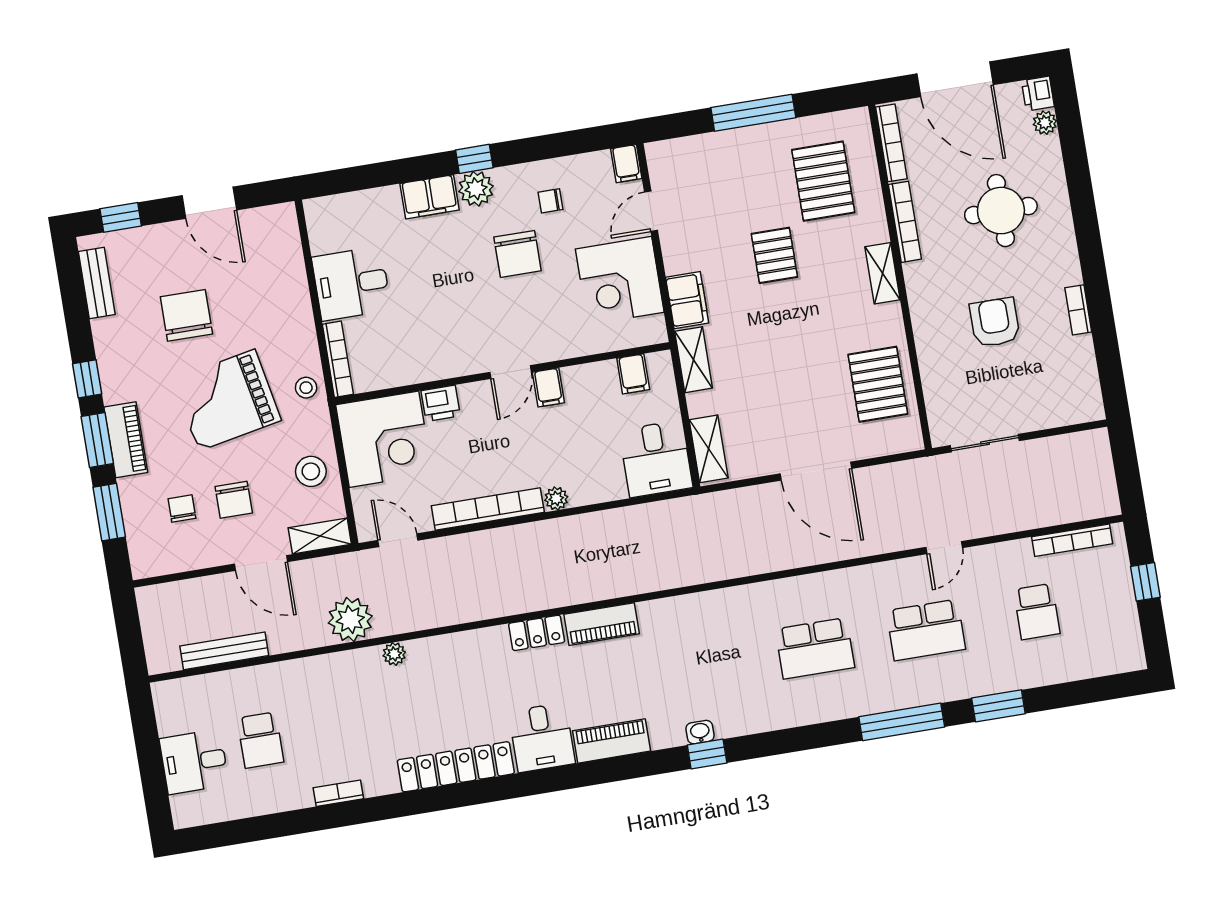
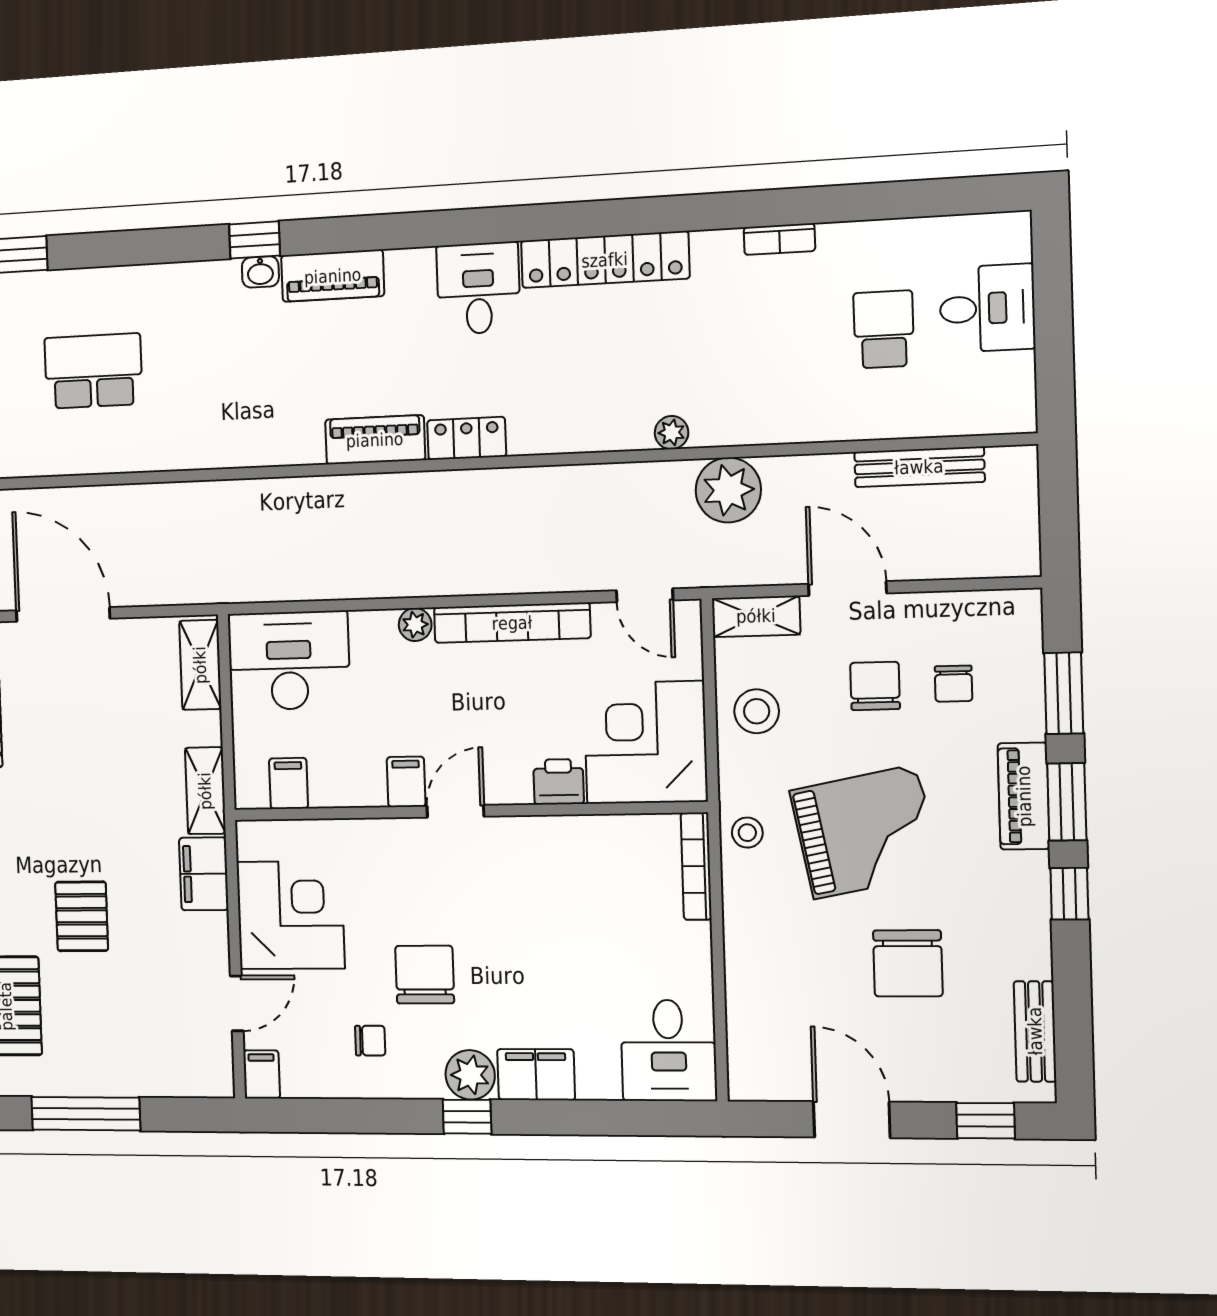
desk: (351, 284) -> (669, 1050), moved, turned 90
desk: (656, 459) -> (289, 661), width x1.37
piano: (612, 741) -> (333, 276), moved

